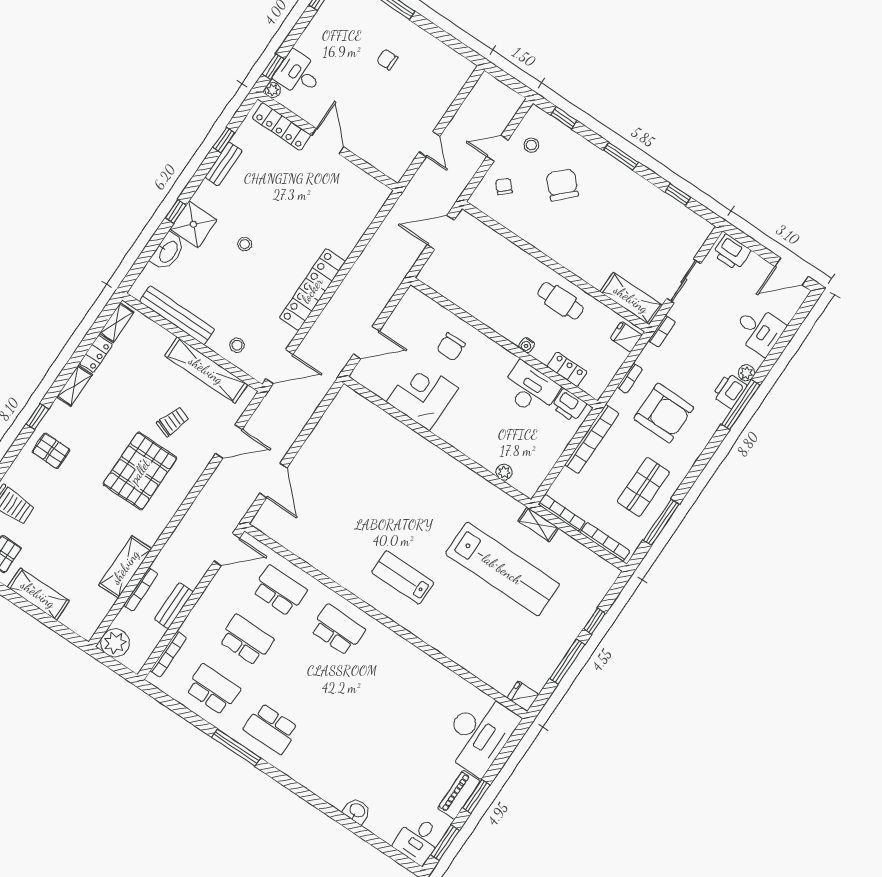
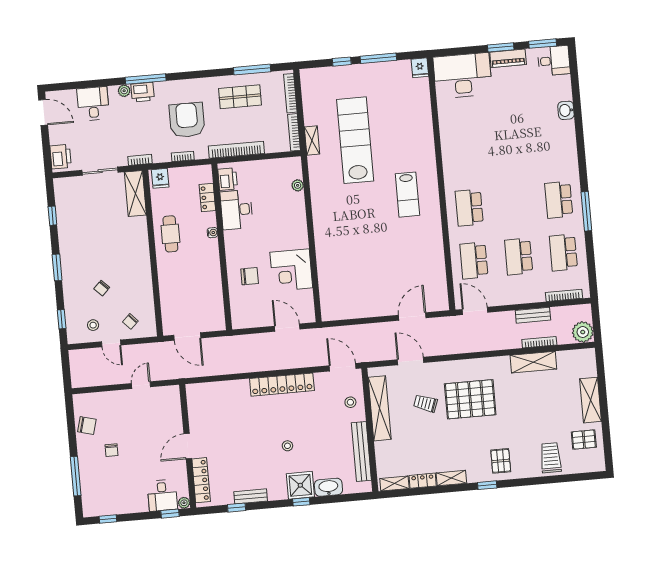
chair: (433, 55) -> (87, 425), added
chair: (562, 185) -> (102, 288), width x0.54, depth x0.54
school desk: (271, 729) -> (559, 200), turned 180

